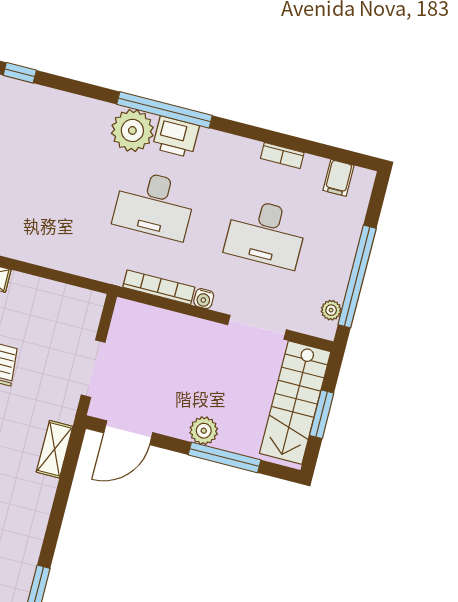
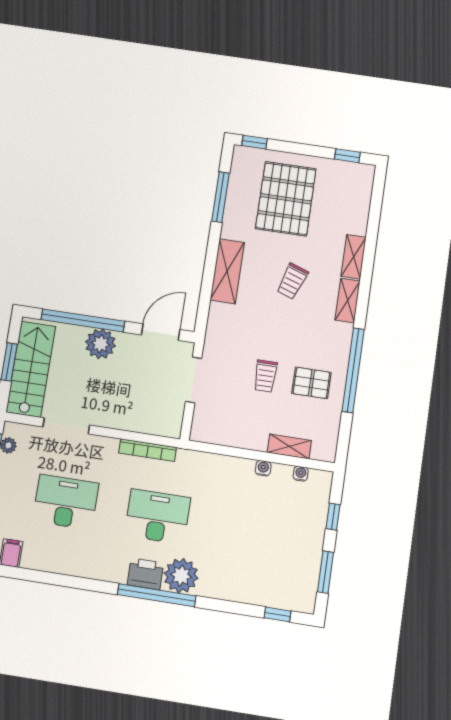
bookcase: (282, 155) -> (58, 567), removed
water cooler: (204, 299) -> (263, 468), moved
plant: (204, 431) -> (101, 344), width x1.36, depth x1.36
shelving: (55, 449) -> (227, 271), moved, width x1.50, depth x1.33
window: (225, 457) -> (83, 320), width x1.46

